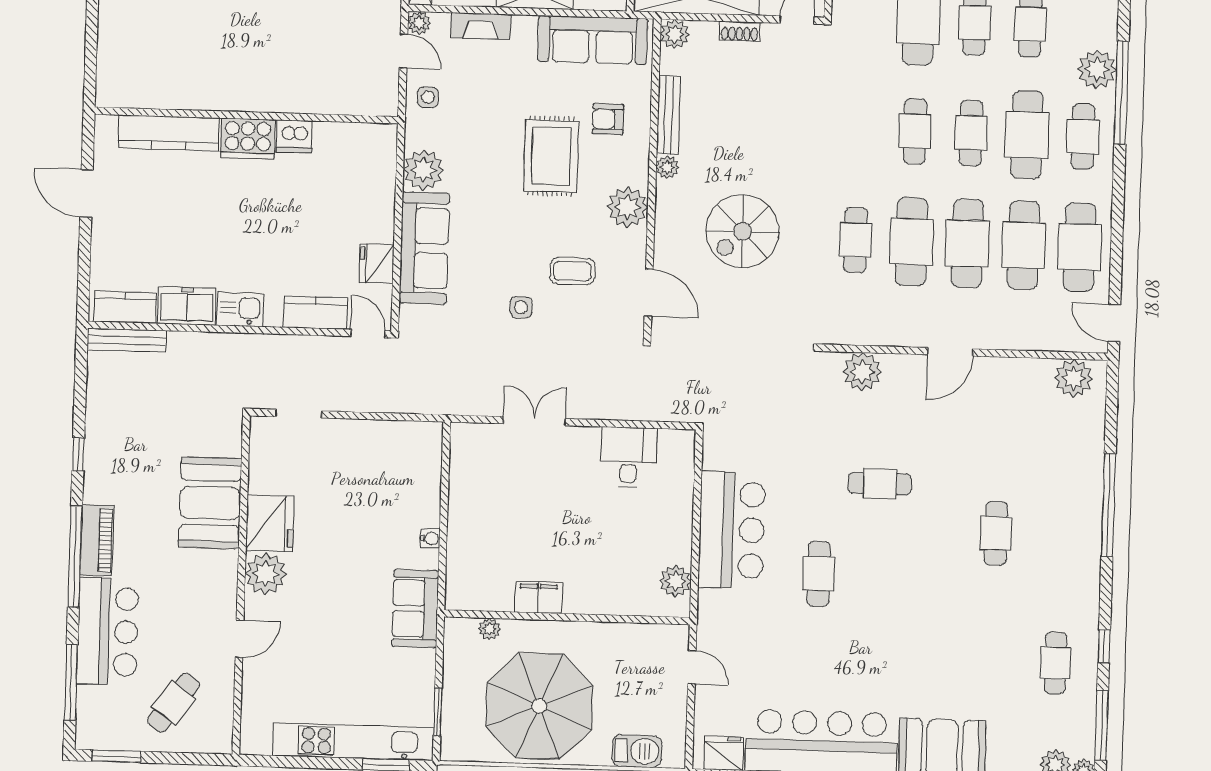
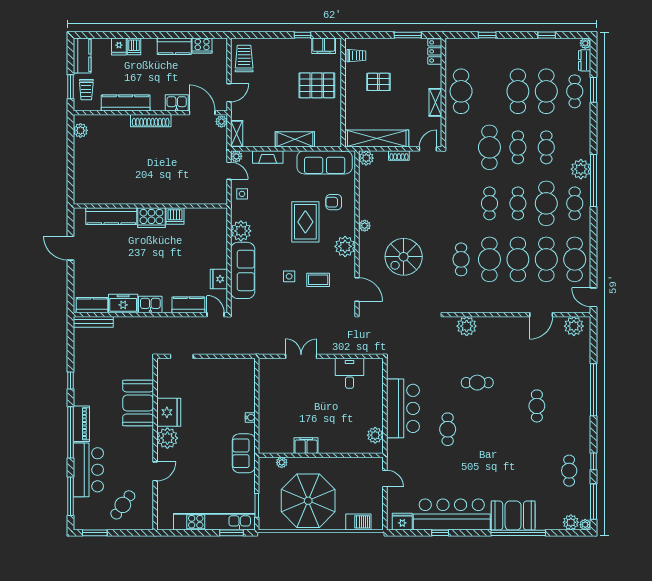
bench: (668, 115) -> (364, 199), removed
side table: (521, 307) -> (289, 276), moved
door: (950, 352) -> (541, 315), moved

